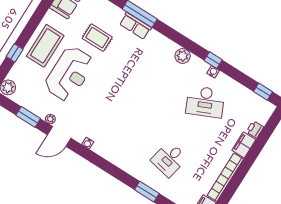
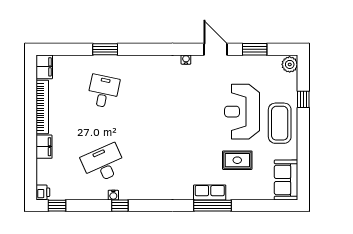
plant: (183, 56) -> (150, 192), removed
plant: (50, 119) -> (233, 60), removed
printer: (255, 129) -> (43, 192), moved
door: (59, 136) -> (216, 49), hinge flipped

